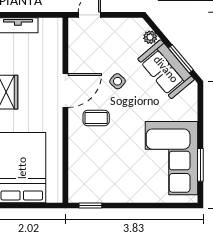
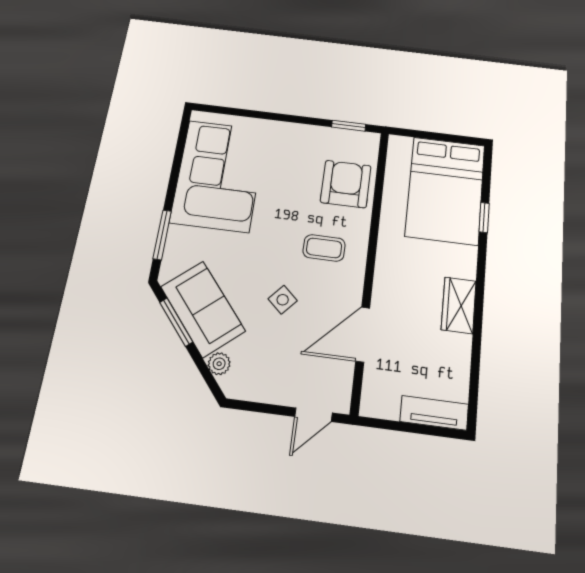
door: (65, 91) -> (363, 334), moved
armchair: (87, 163) -> (346, 184), added
window: (200, 165) -> (162, 235), moved

